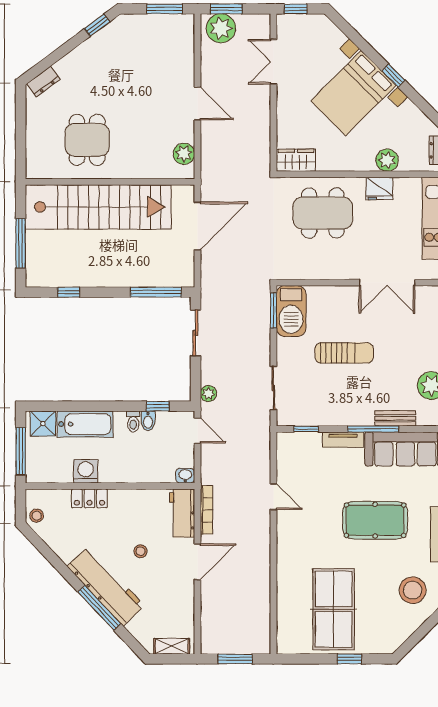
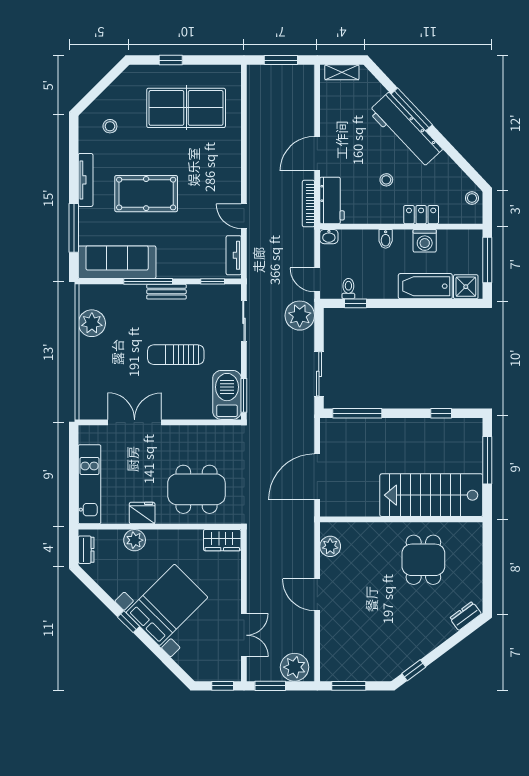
window: (226, 9) -> (270, 686), moved
stairs: (98, 207) -> (431, 495), width x0.73
plant: (208, 394) -> (300, 316), width x1.88, depth x1.88
bench: (395, 418) -> (166, 292), moved
bidet: (148, 421) -> (386, 239), moved, turned 180
toilet: (133, 422) -> (348, 289), moved
tv unit: (343, 440) -> (234, 255), moved, turned -90
stool: (141, 551) -> (386, 180), moved
stool: (413, 590) -> (110, 126), width x0.53, depth x0.53
table tennis table: (334, 609) -> (186, 108), turned 90

